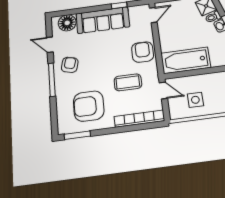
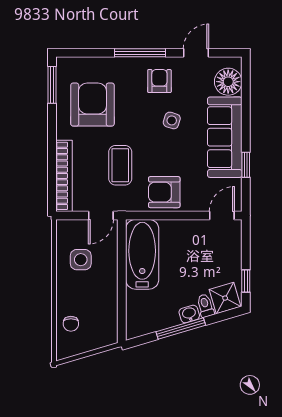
door: (153, 15) -> (222, 215), swing flipped
armchair: (143, 52) -> (164, 192), turned 180
side table: (95, 54) -> (172, 120), added
armchair: (70, 65) -> (159, 81), turned -103

